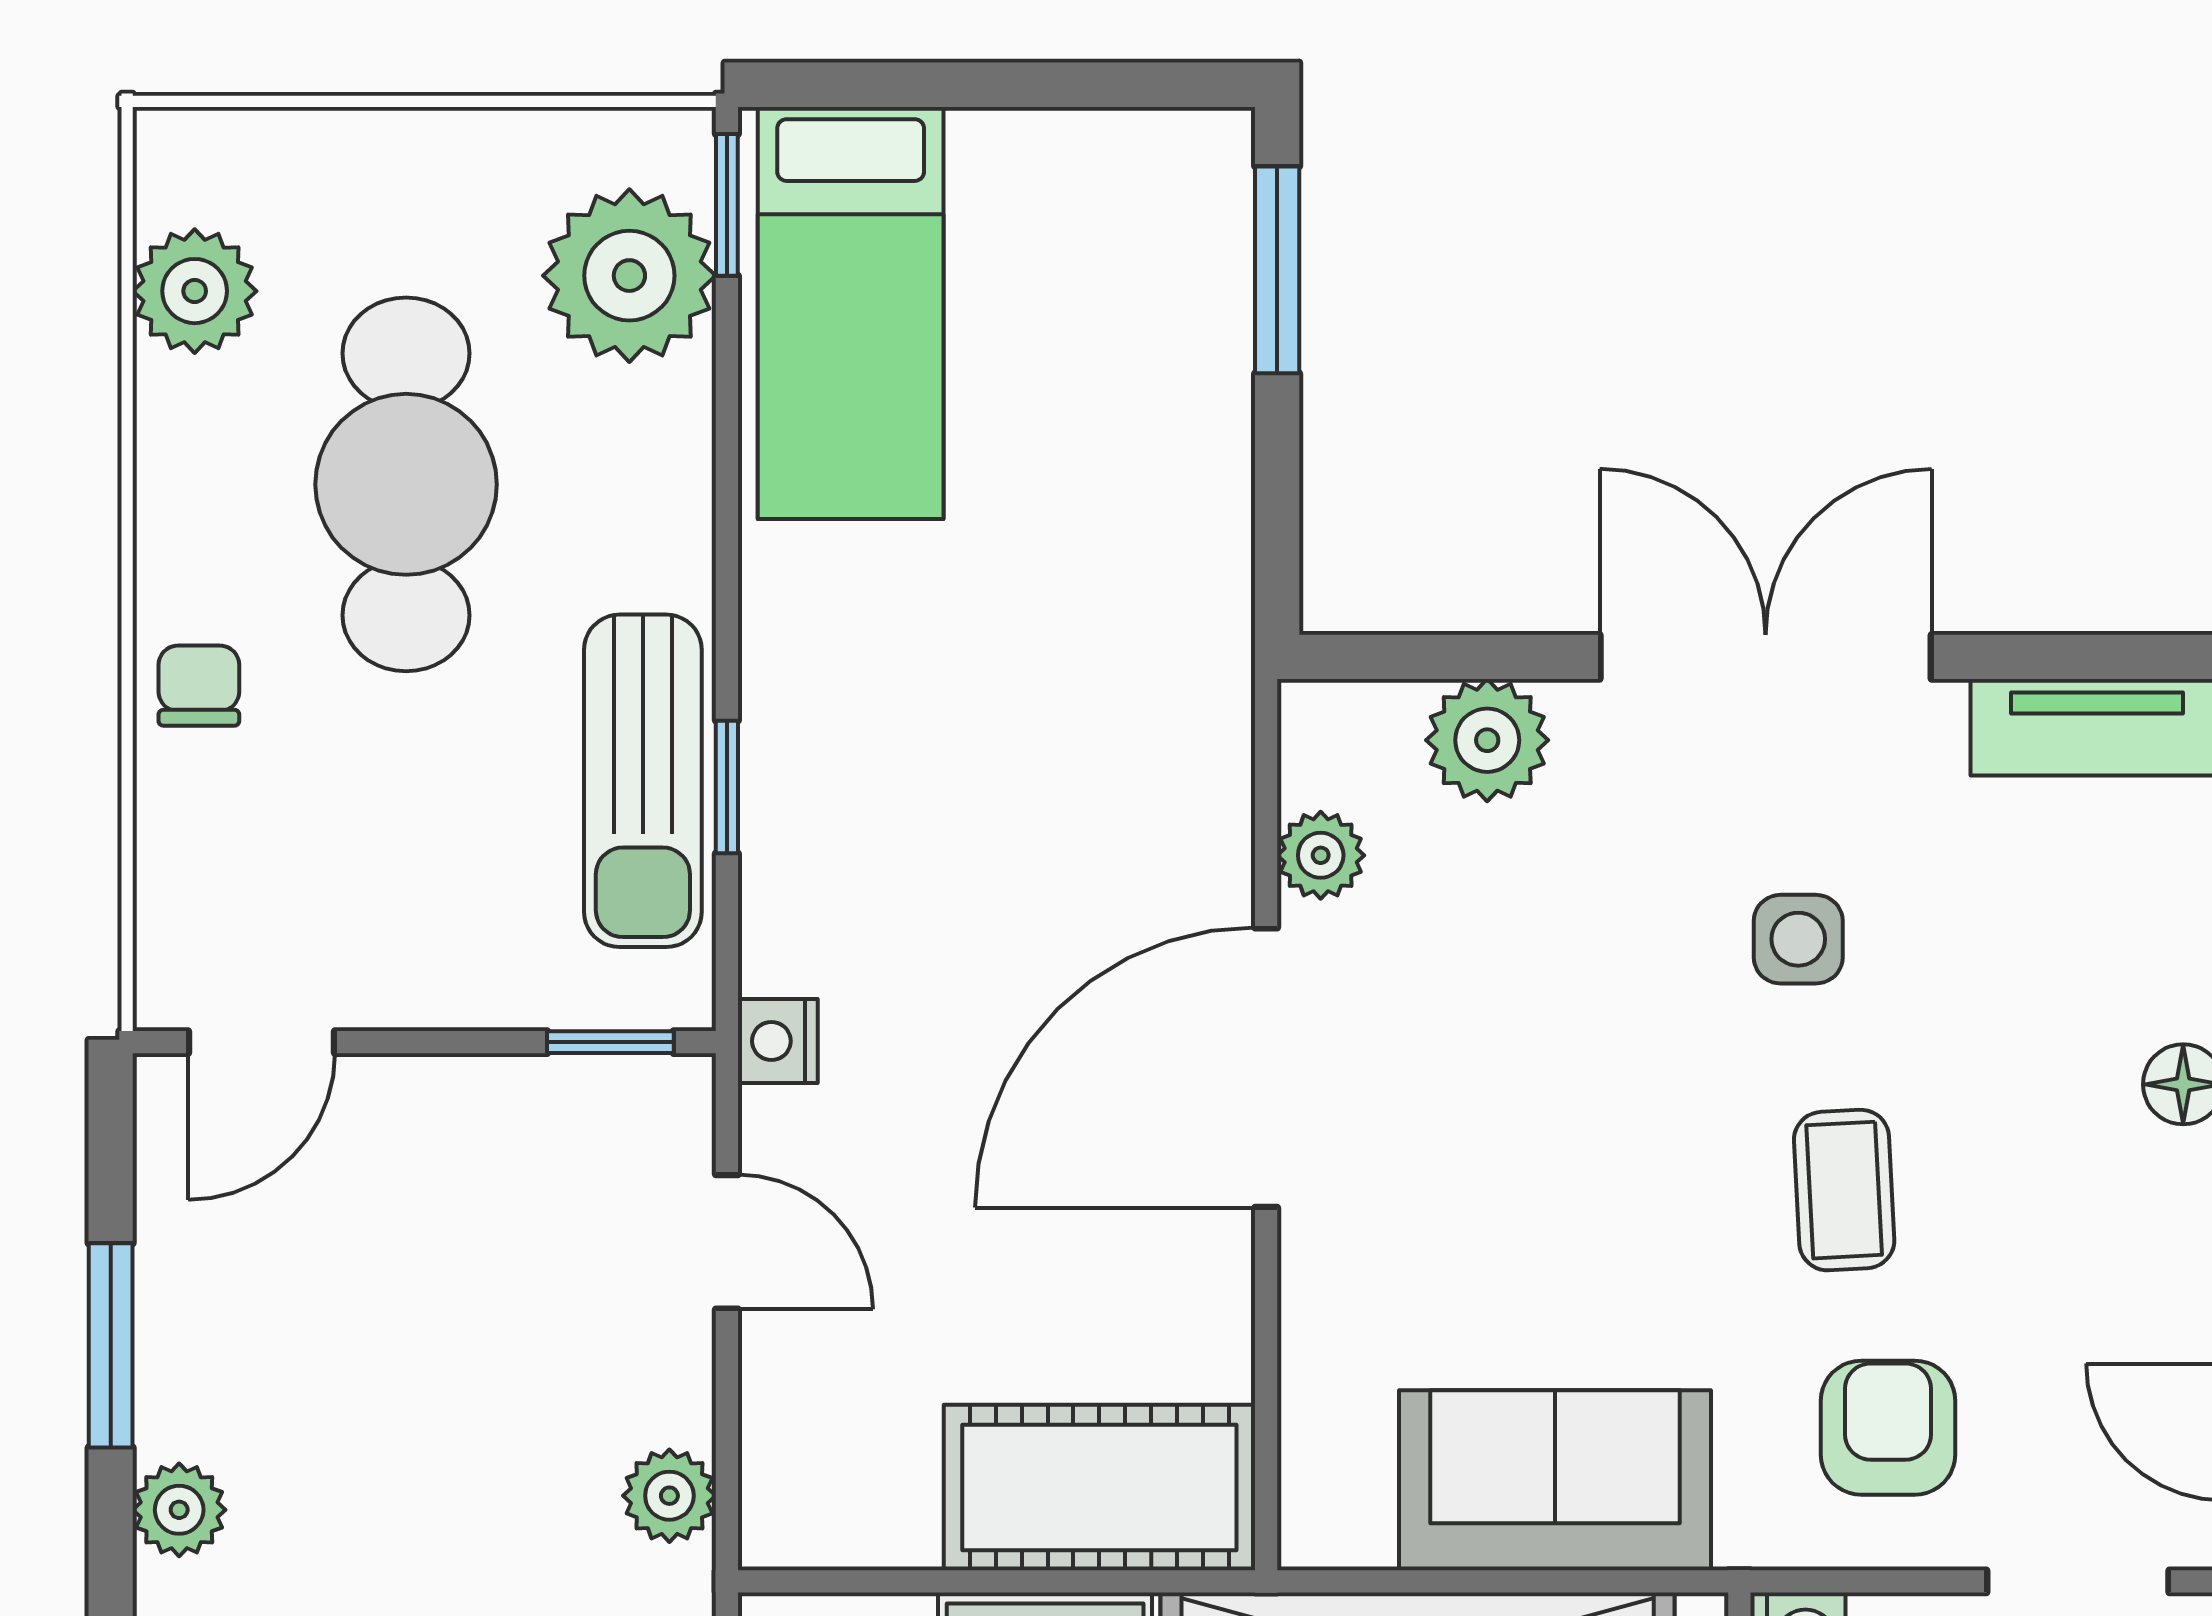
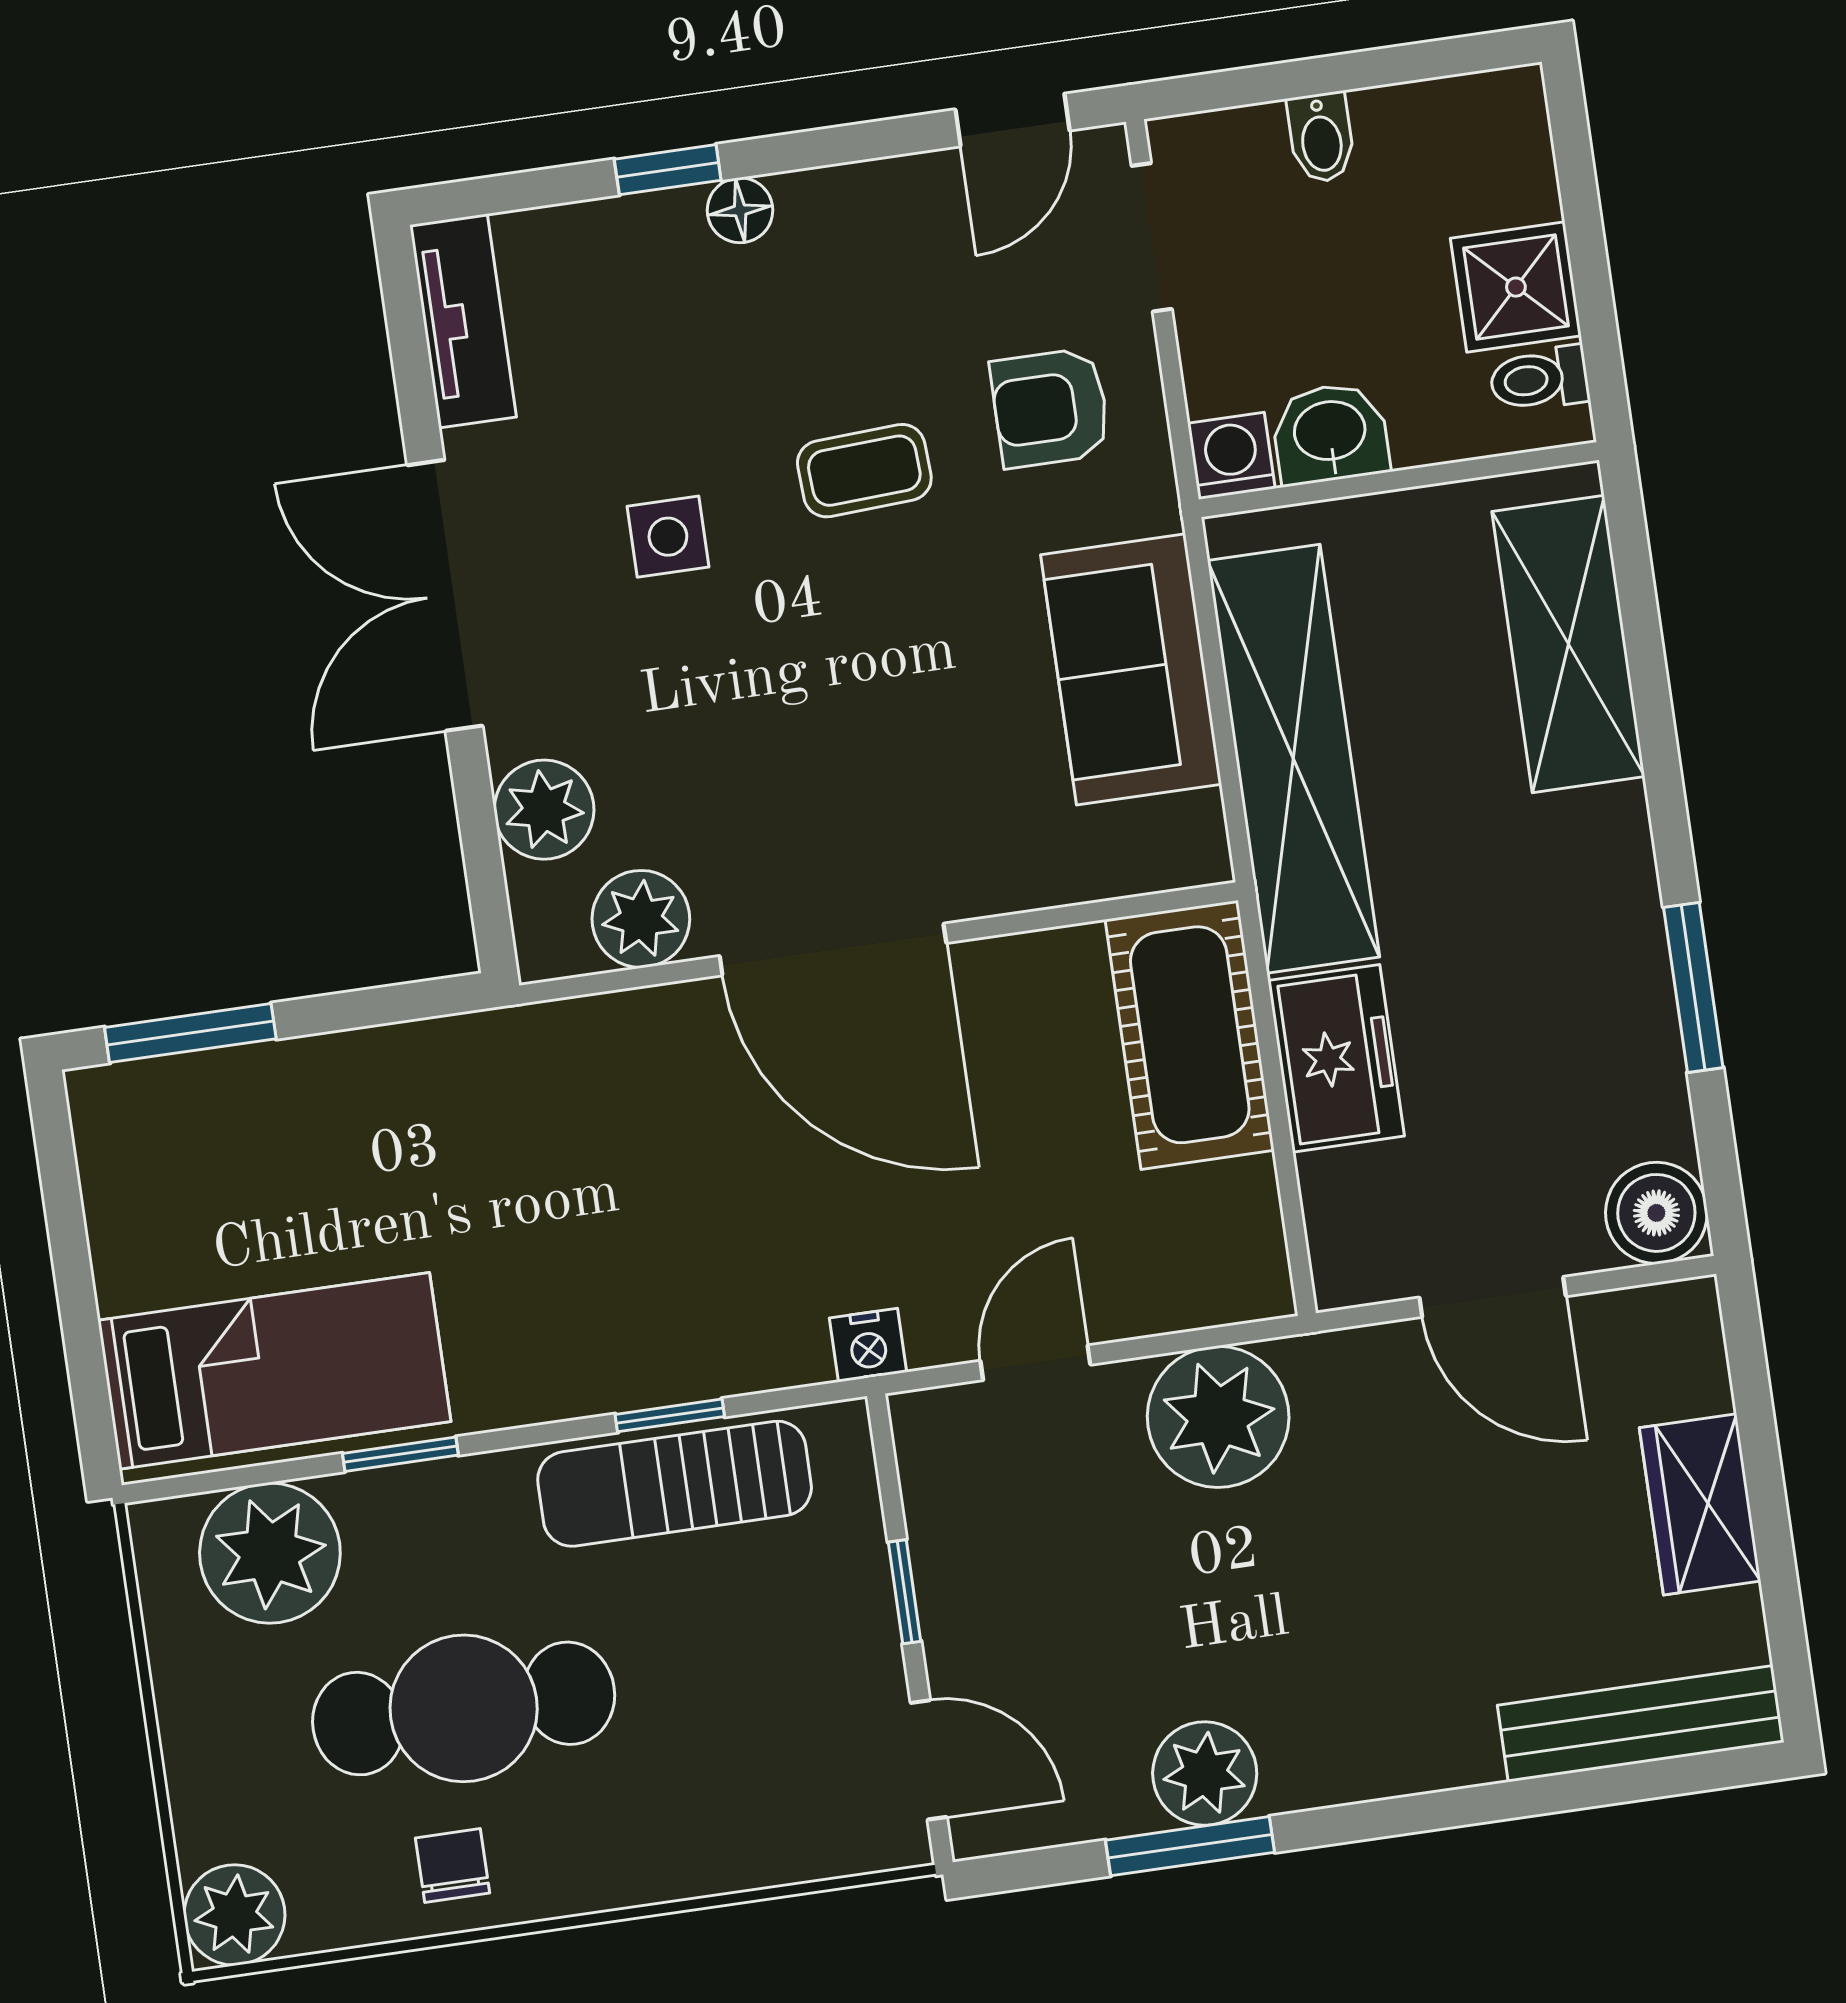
window: (727, 205) -> (400, 1454), moved
plant: (195, 291) -> (234, 1915), moved
chair: (199, 686) -> (453, 1866), moved, turned 90
sun lounger: (643, 781) -> (675, 1484), turned 180
plant: (1321, 855) -> (641, 919), width x1.38, depth x1.38
window: (610, 1042) -> (905, 1592), moved
plant: (669, 1496) -> (1218, 1417), width x1.88, depth x1.88
plant: (179, 1510) -> (1205, 1773), moved, width x1.38, depth x1.38

